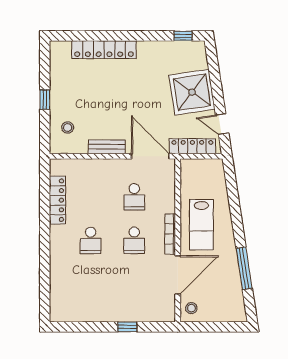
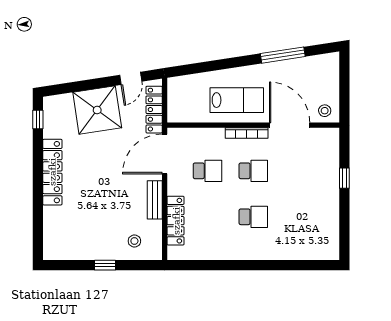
locker: (104, 50) -> (52, 172), moved
locker: (57, 200) -> (176, 221), moved, turned 90

